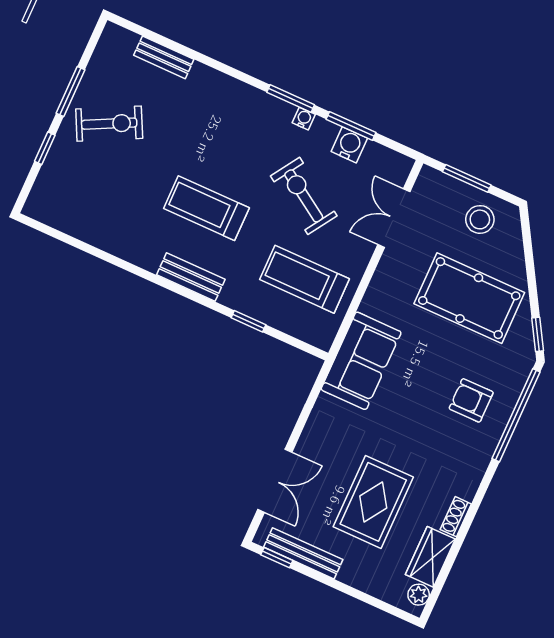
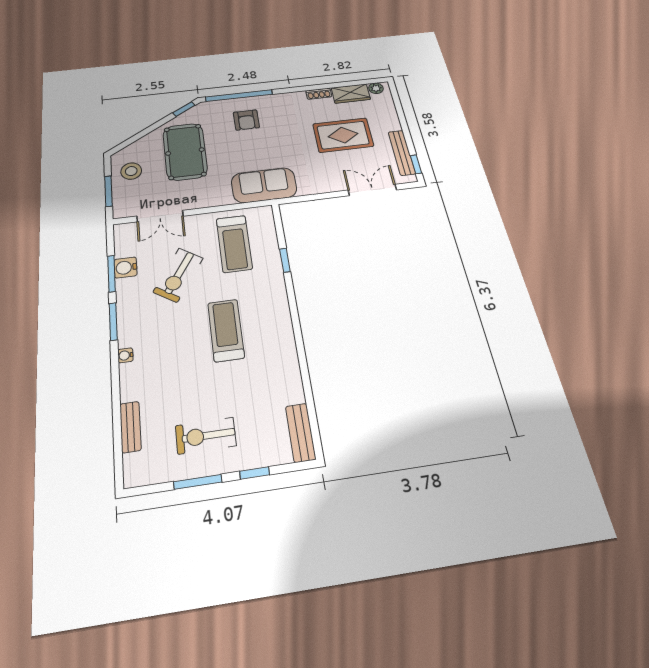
water cooler: (304, 119) -> (125, 355), moved
exercise bike: (109, 124) -> (206, 436), turned -63
treadmill: (206, 208) -> (226, 330), turned 180
bench: (191, 277) -> (301, 433), moved

